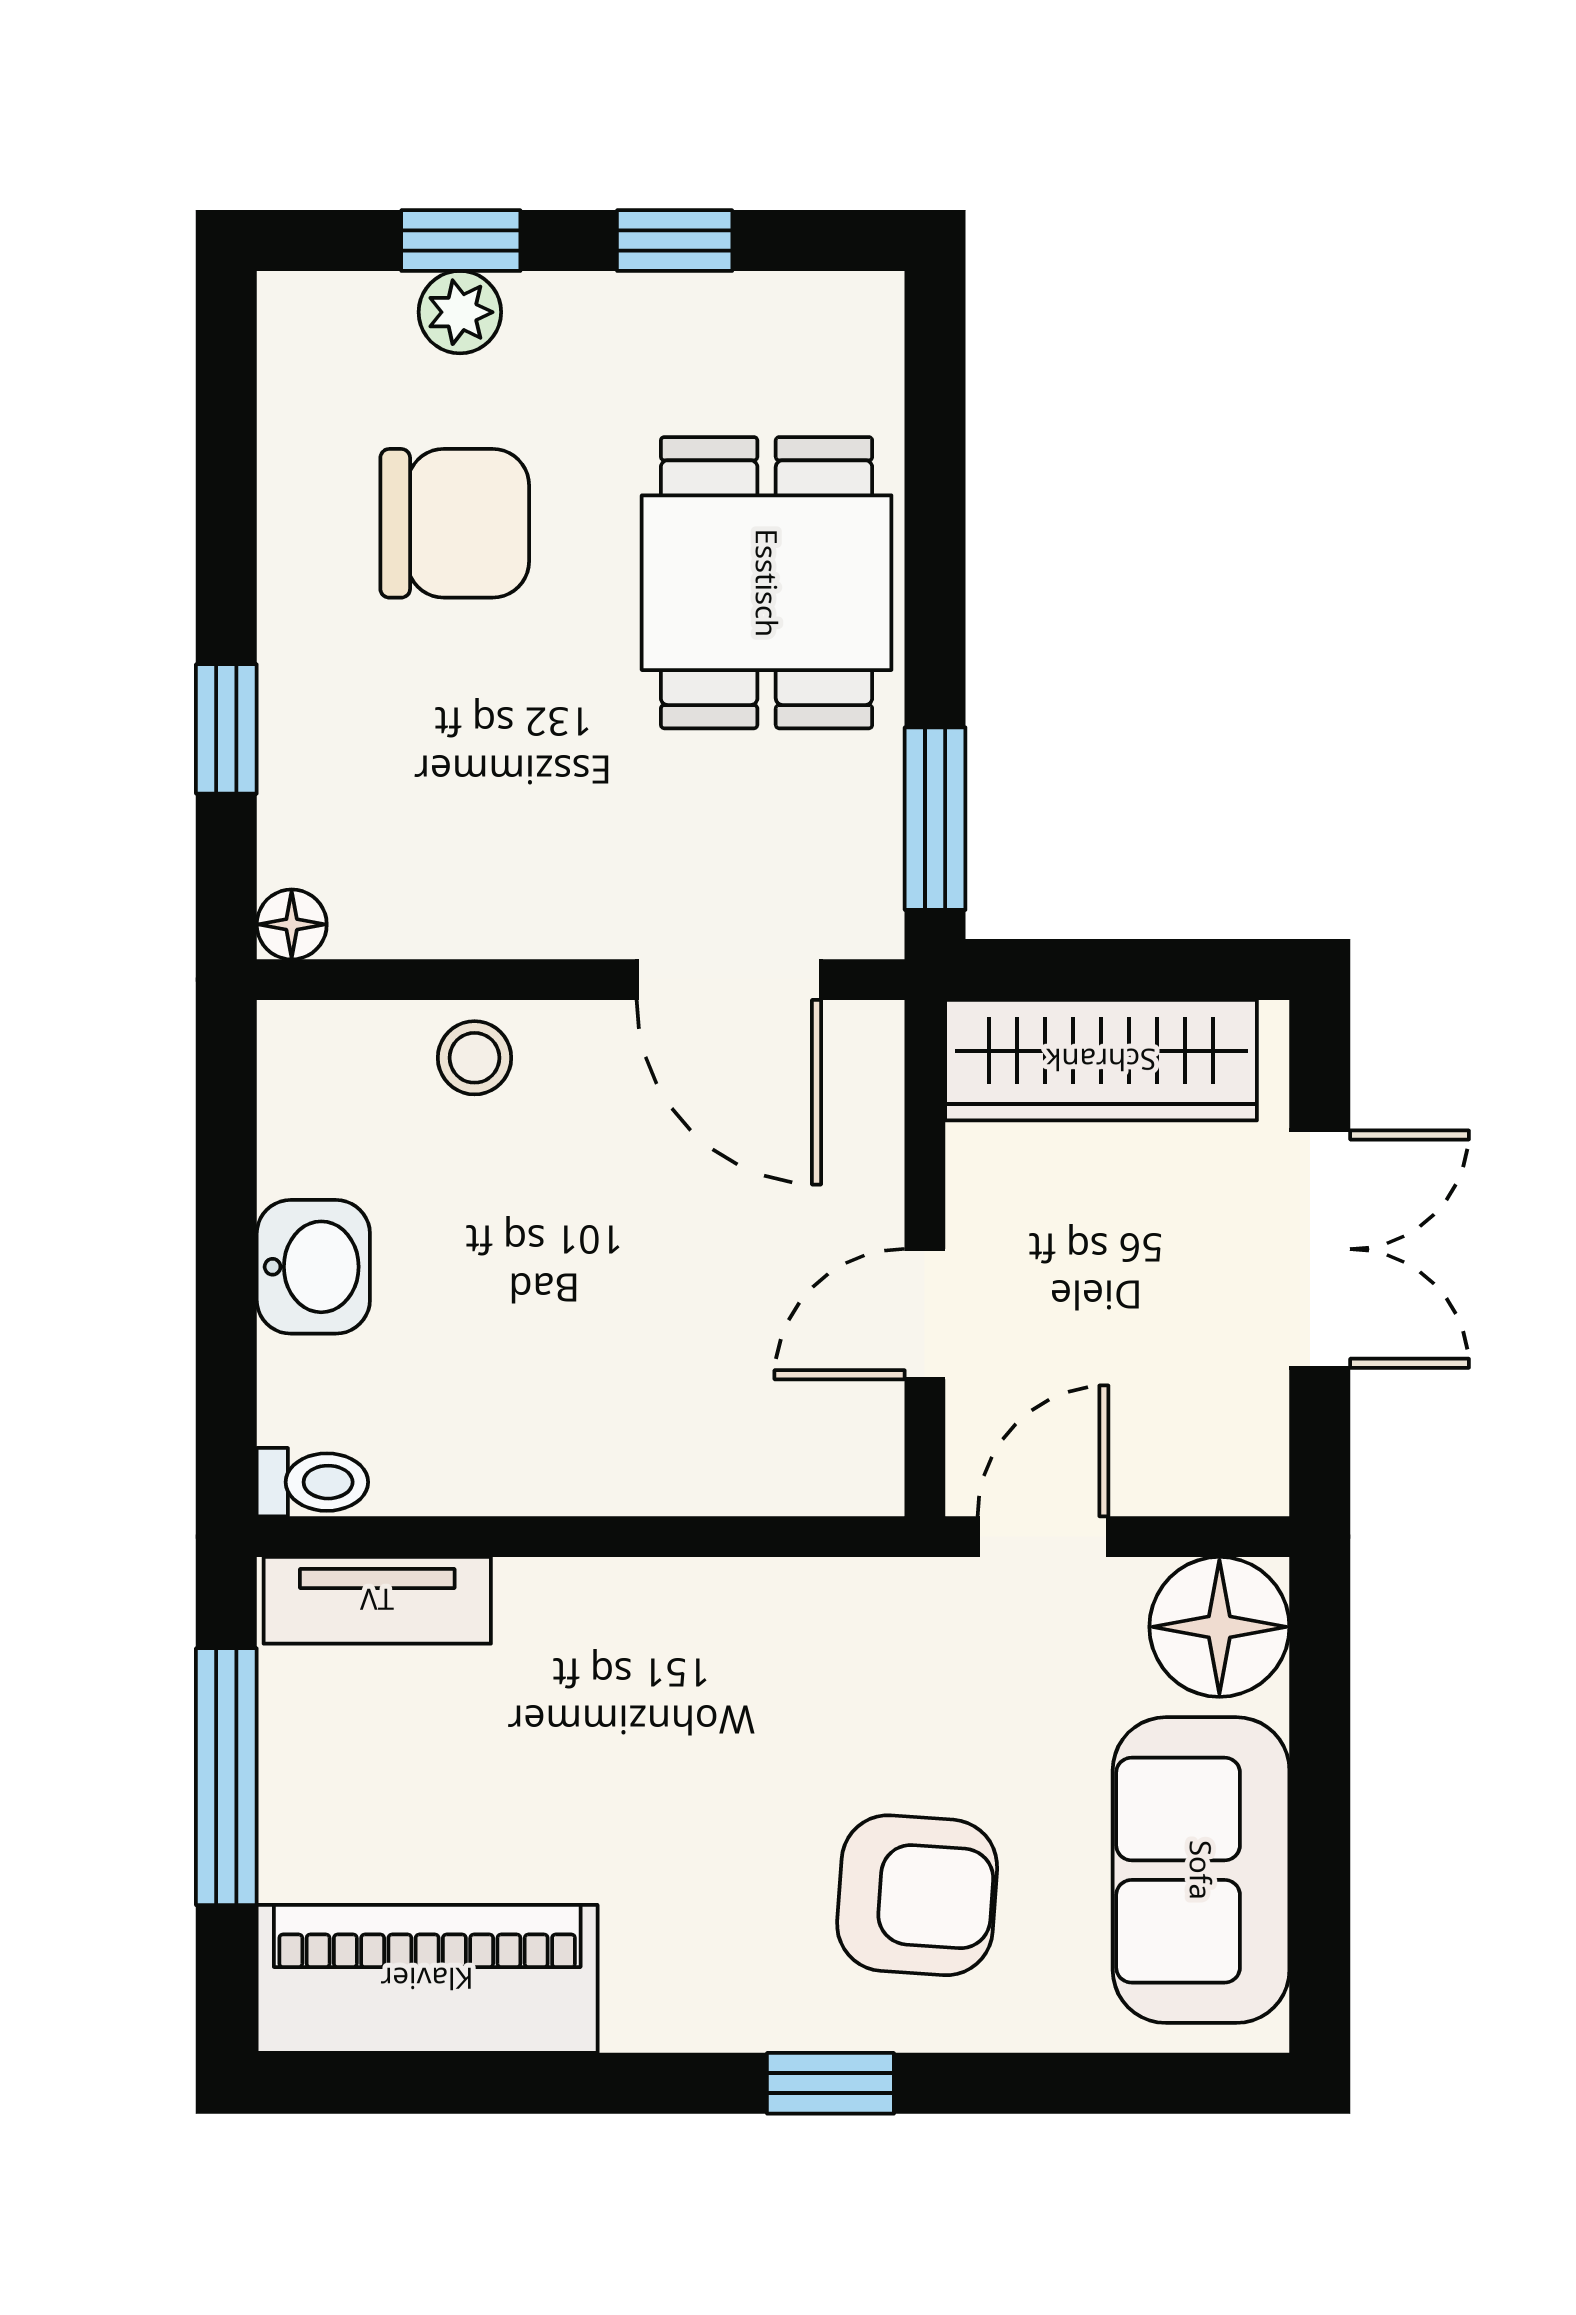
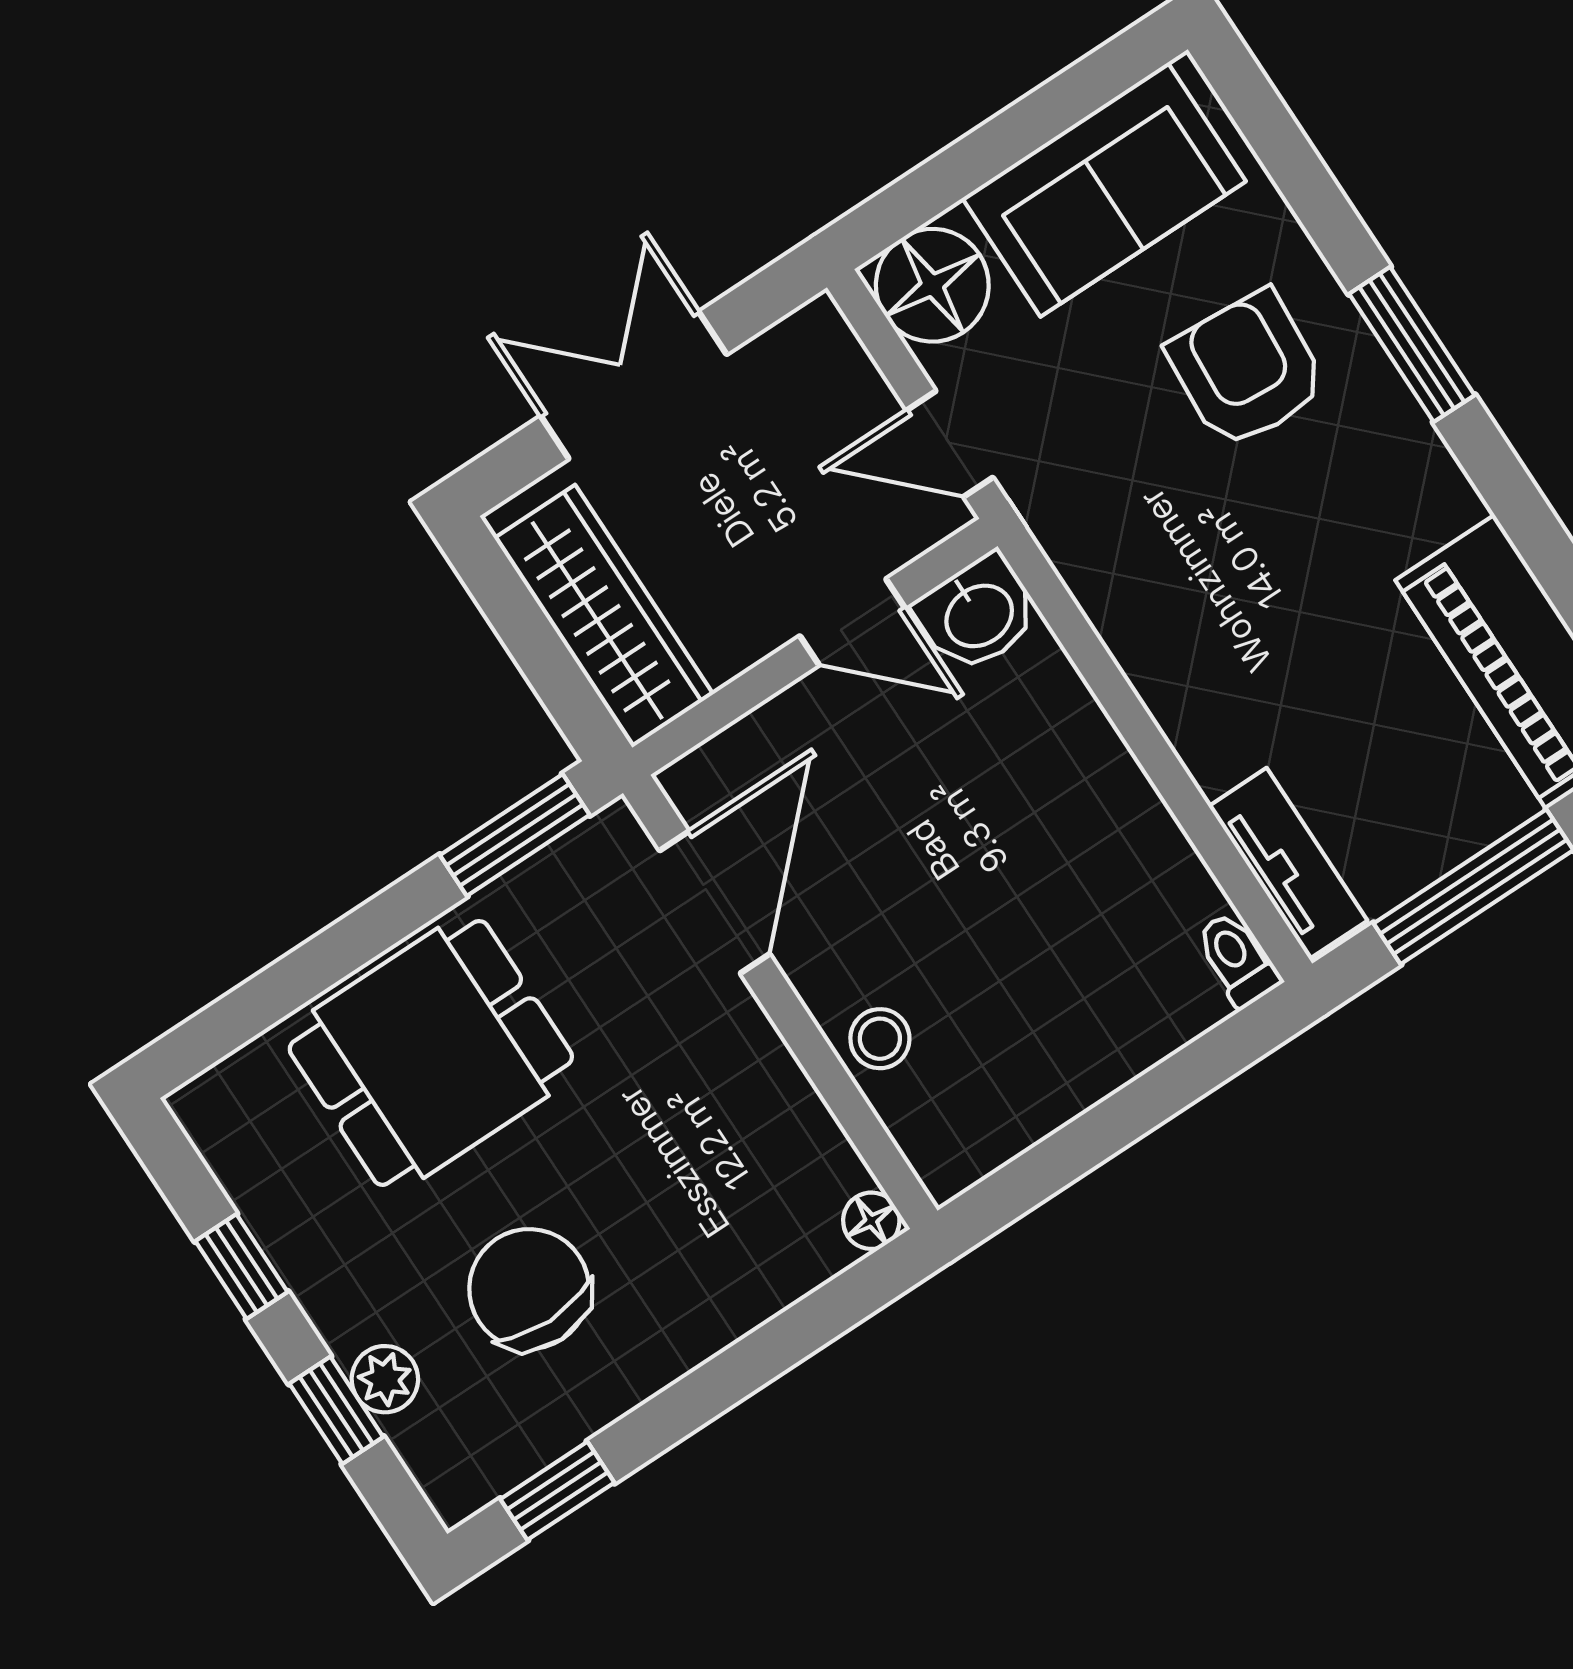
window: (226, 729) -> (557, 1491), moved
washbasin: (313, 1267) -> (978, 614), moved, turned 180
window: (830, 2083) -> (1412, 344), width x1.50

